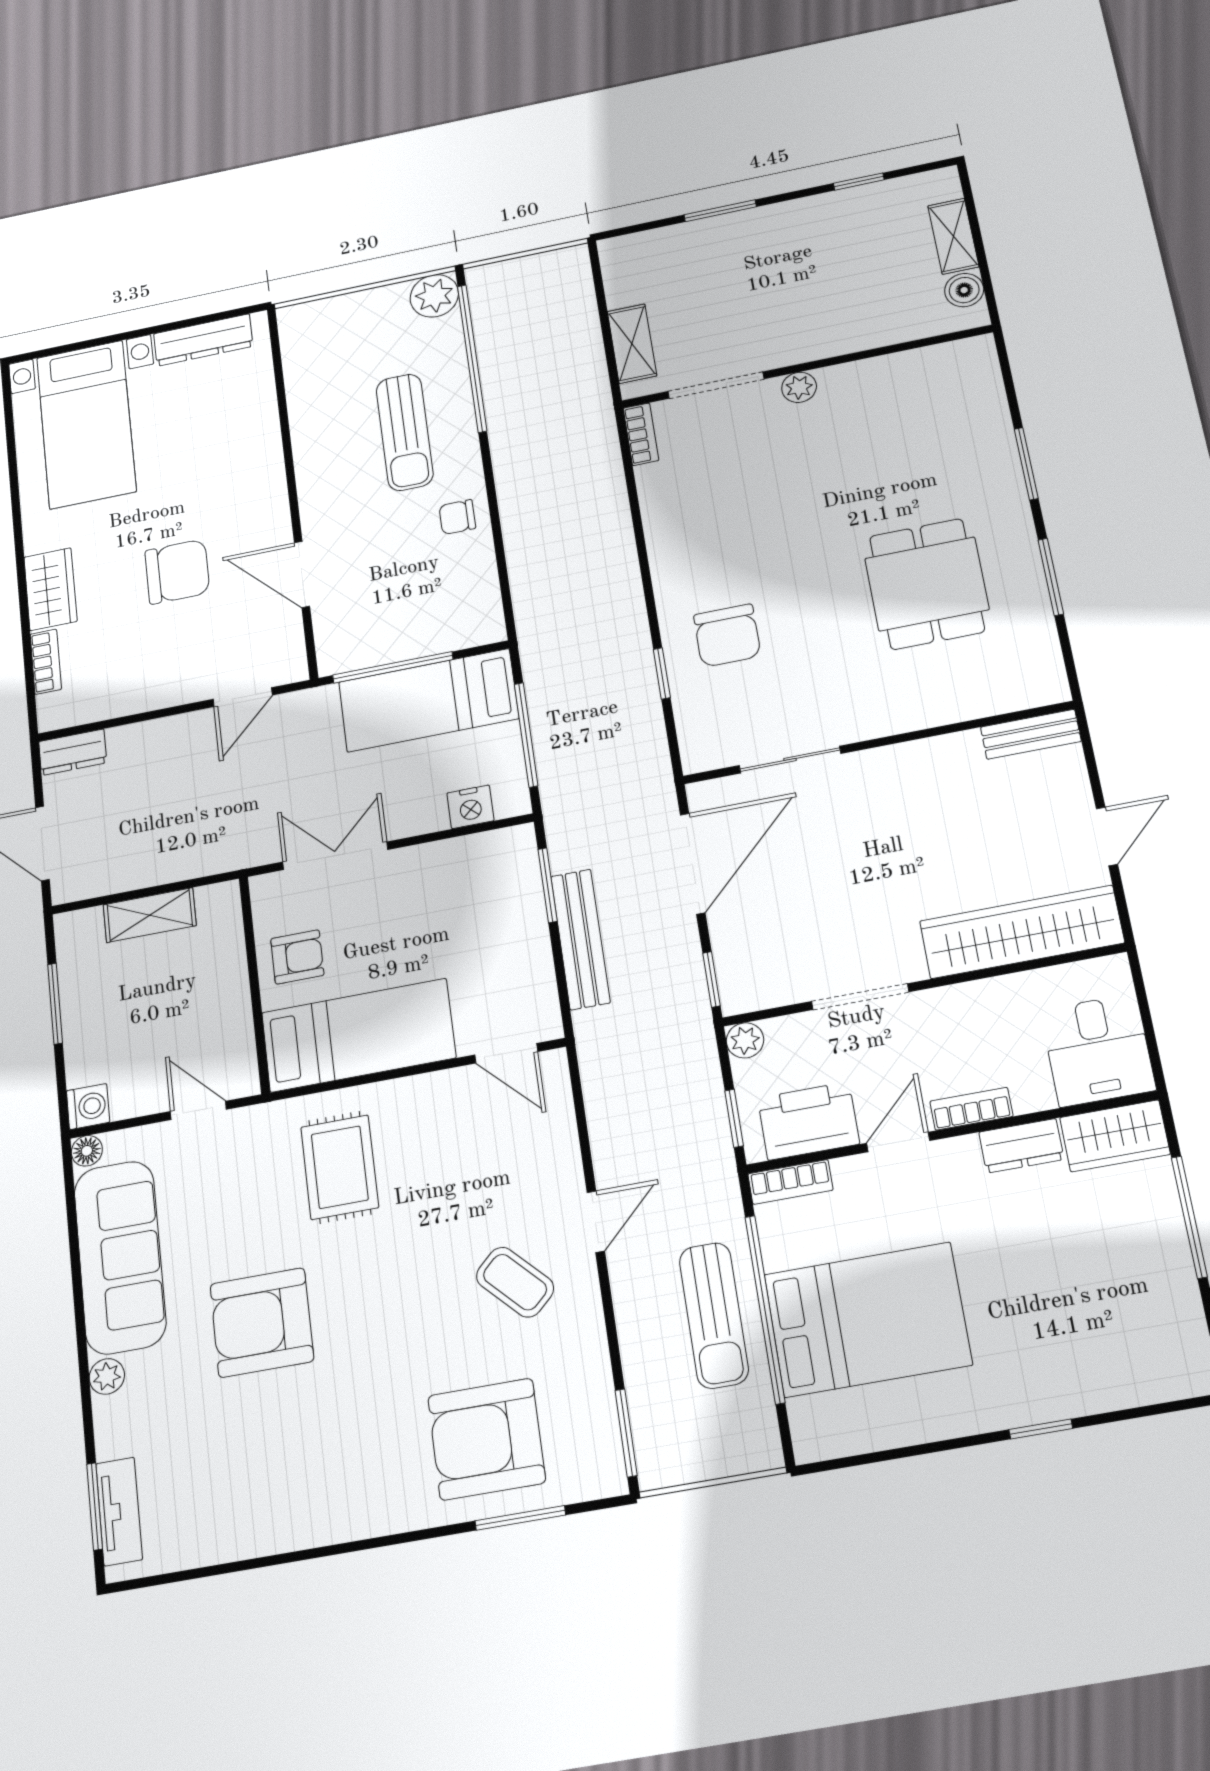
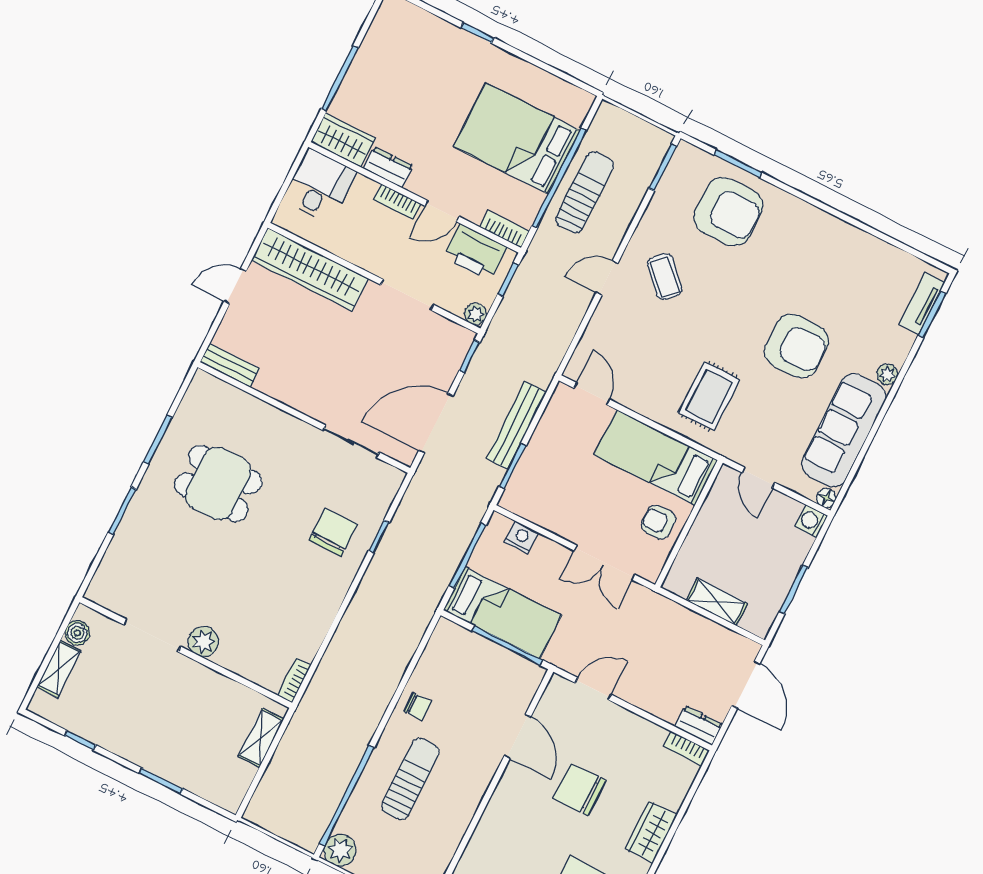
doorway: (716, 385) -> (152, 636), moved
plant: (799, 387) -> (203, 642), width x1.38, depth x1.38
dining table: (927, 584) -> (218, 483), turned 90
bookcase: (46, 662) -> (687, 748), moved, turned -90

